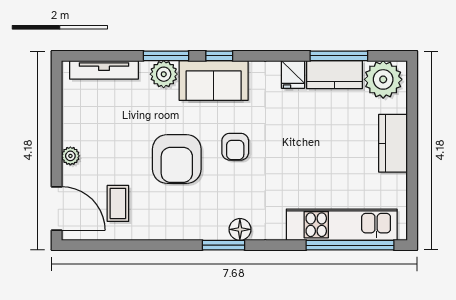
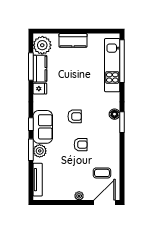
armchair: (177, 159) -> (81, 145), width x0.53, depth x0.53

